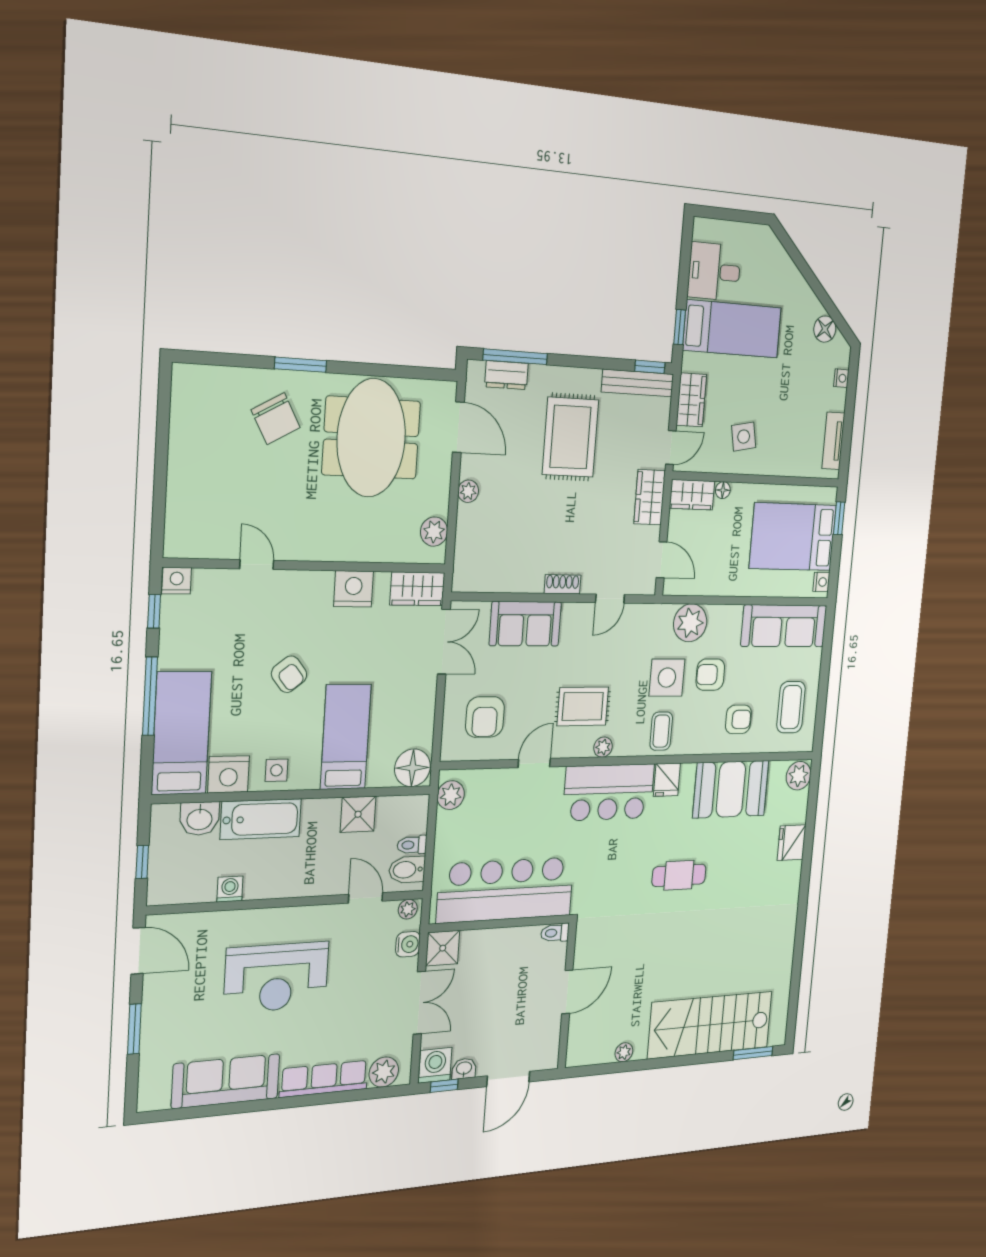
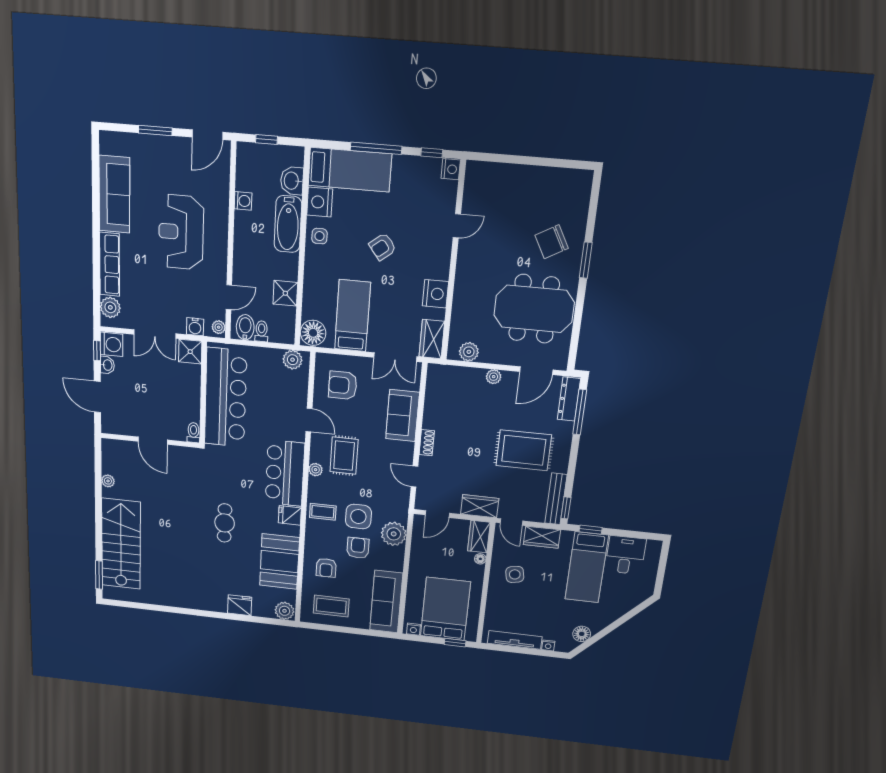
dresser: (506, 375) -> (569, 399), width x1.44
tv unit: (833, 441) -> (515, 640), width x1.41
bed: (346, 737) -> (353, 316), moved, turned -90

